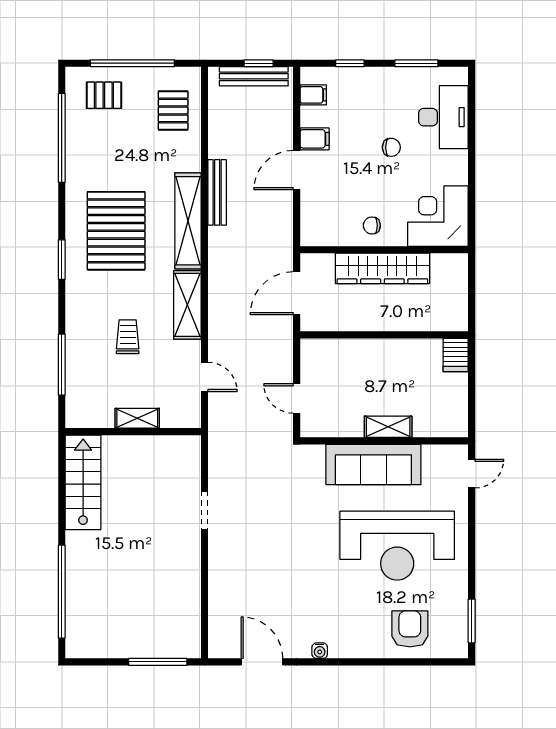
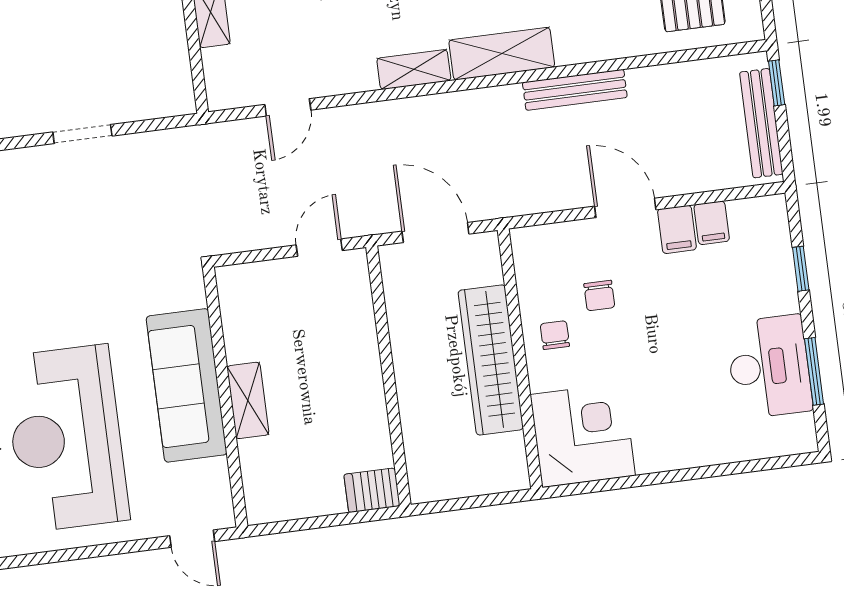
window: (259, 63) -> (777, 83), moved
filing cabinet: (313, 95) -> (712, 223), moved
desk: (443, 117) -> (769, 367), moved, turned -90
chair: (391, 147) -> (599, 296), moved
shelving: (188, 221) -> (502, 54), width x0.68
shelving: (187, 305) -> (414, 69), width x0.67, depth x0.75
door: (297, 398) -> (319, 248), moved

